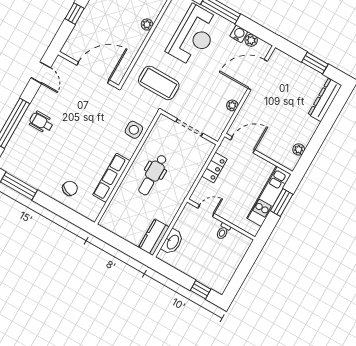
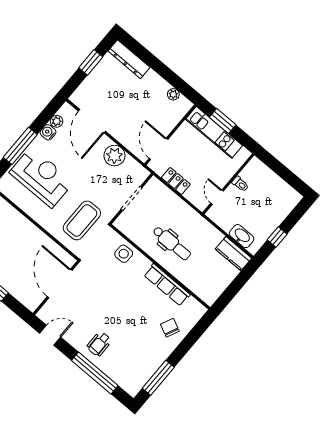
plant: (147, 25) -> (22, 221), removed
plant: (232, 105) -> (114, 156), width x1.88, depth x1.88
window: (201, 290) -> (277, 237), moved

